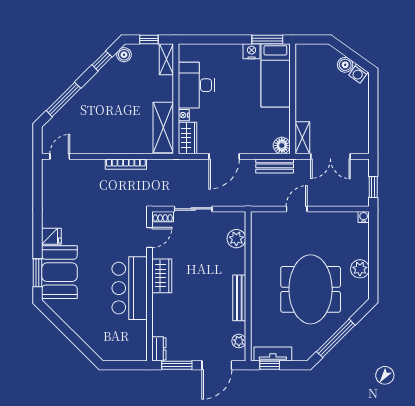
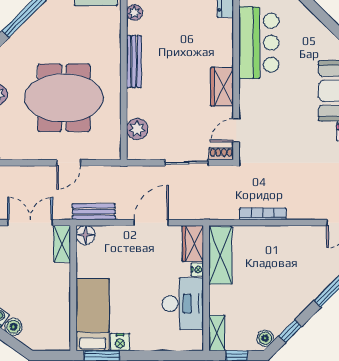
bar counter: (130, 288) -> (259, 43), moved
meeting table: (311, 289) -> (64, 98), moved, turned 90

